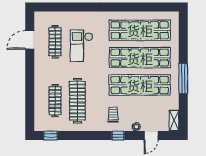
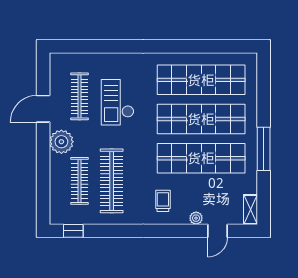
door: (30, 40) -> (43, 109), moved
plant: (42, 73) -> (61, 142), added
window: (118, 136) -> (170, 231), removed

